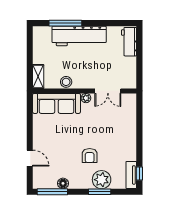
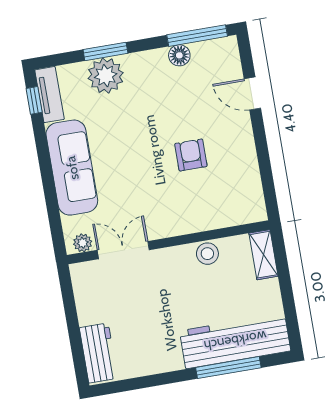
workbench: (79, 36) -> (235, 341), moved
plant: (86, 98) -> (83, 243), moved
sofa: (56, 103) -> (72, 168), moved, turned 90
armchair: (90, 156) -> (191, 155), moved

